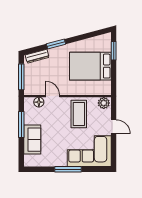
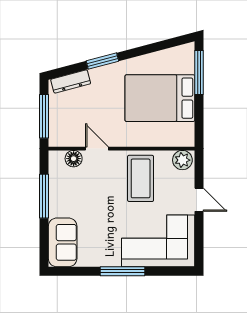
window: (114, 51) -> (199, 73), width x1.44
sofa: (32, 140) -> (63, 242), moved

